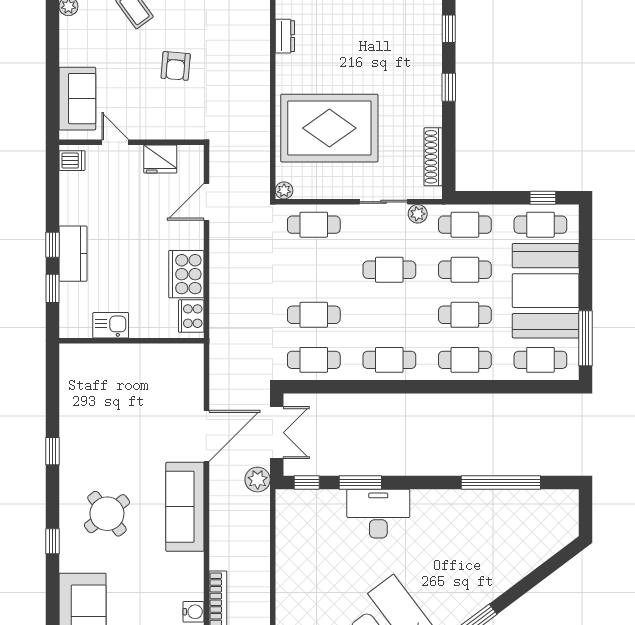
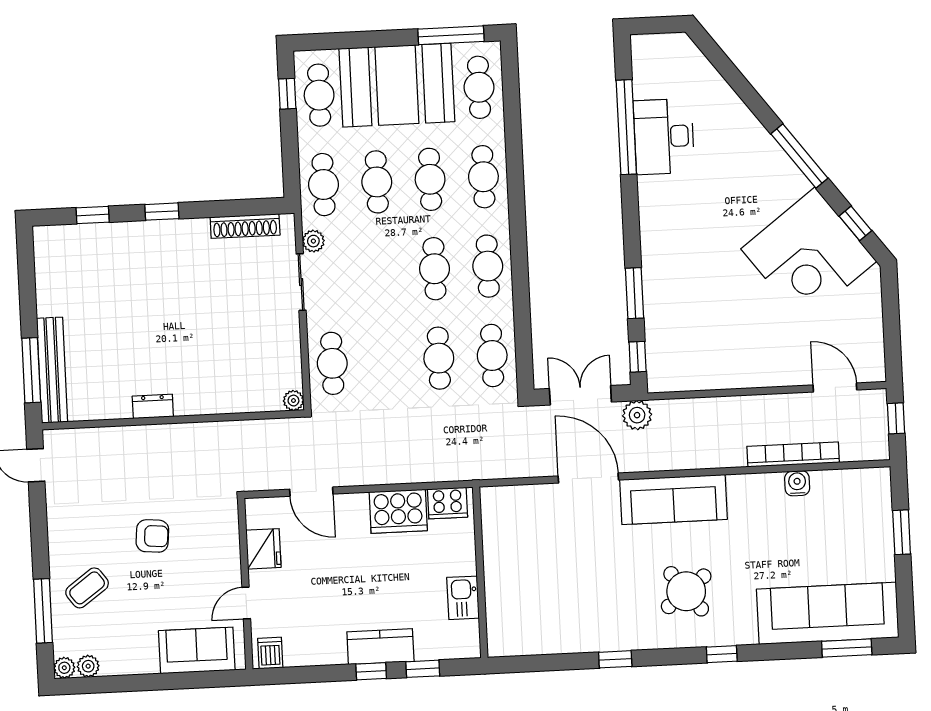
dresser: (285, 36) -> (153, 406), moved
rug: (329, 128) -> (217, 350), removed
cafe table: (389, 270) -> (434, 269), moved
desk: (378, 514) -> (664, 136), moved

